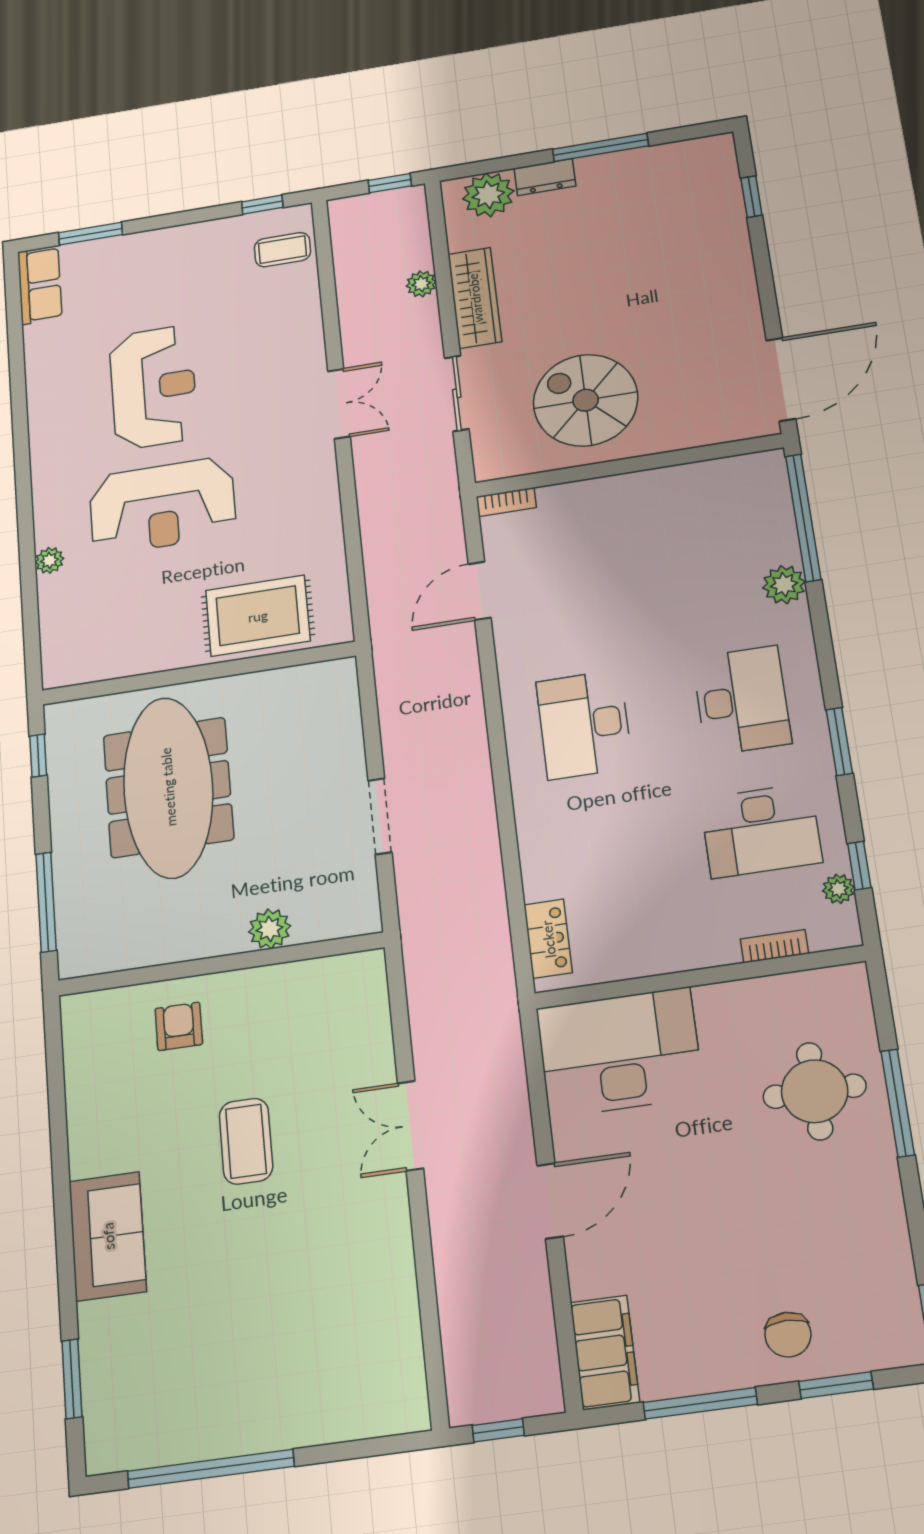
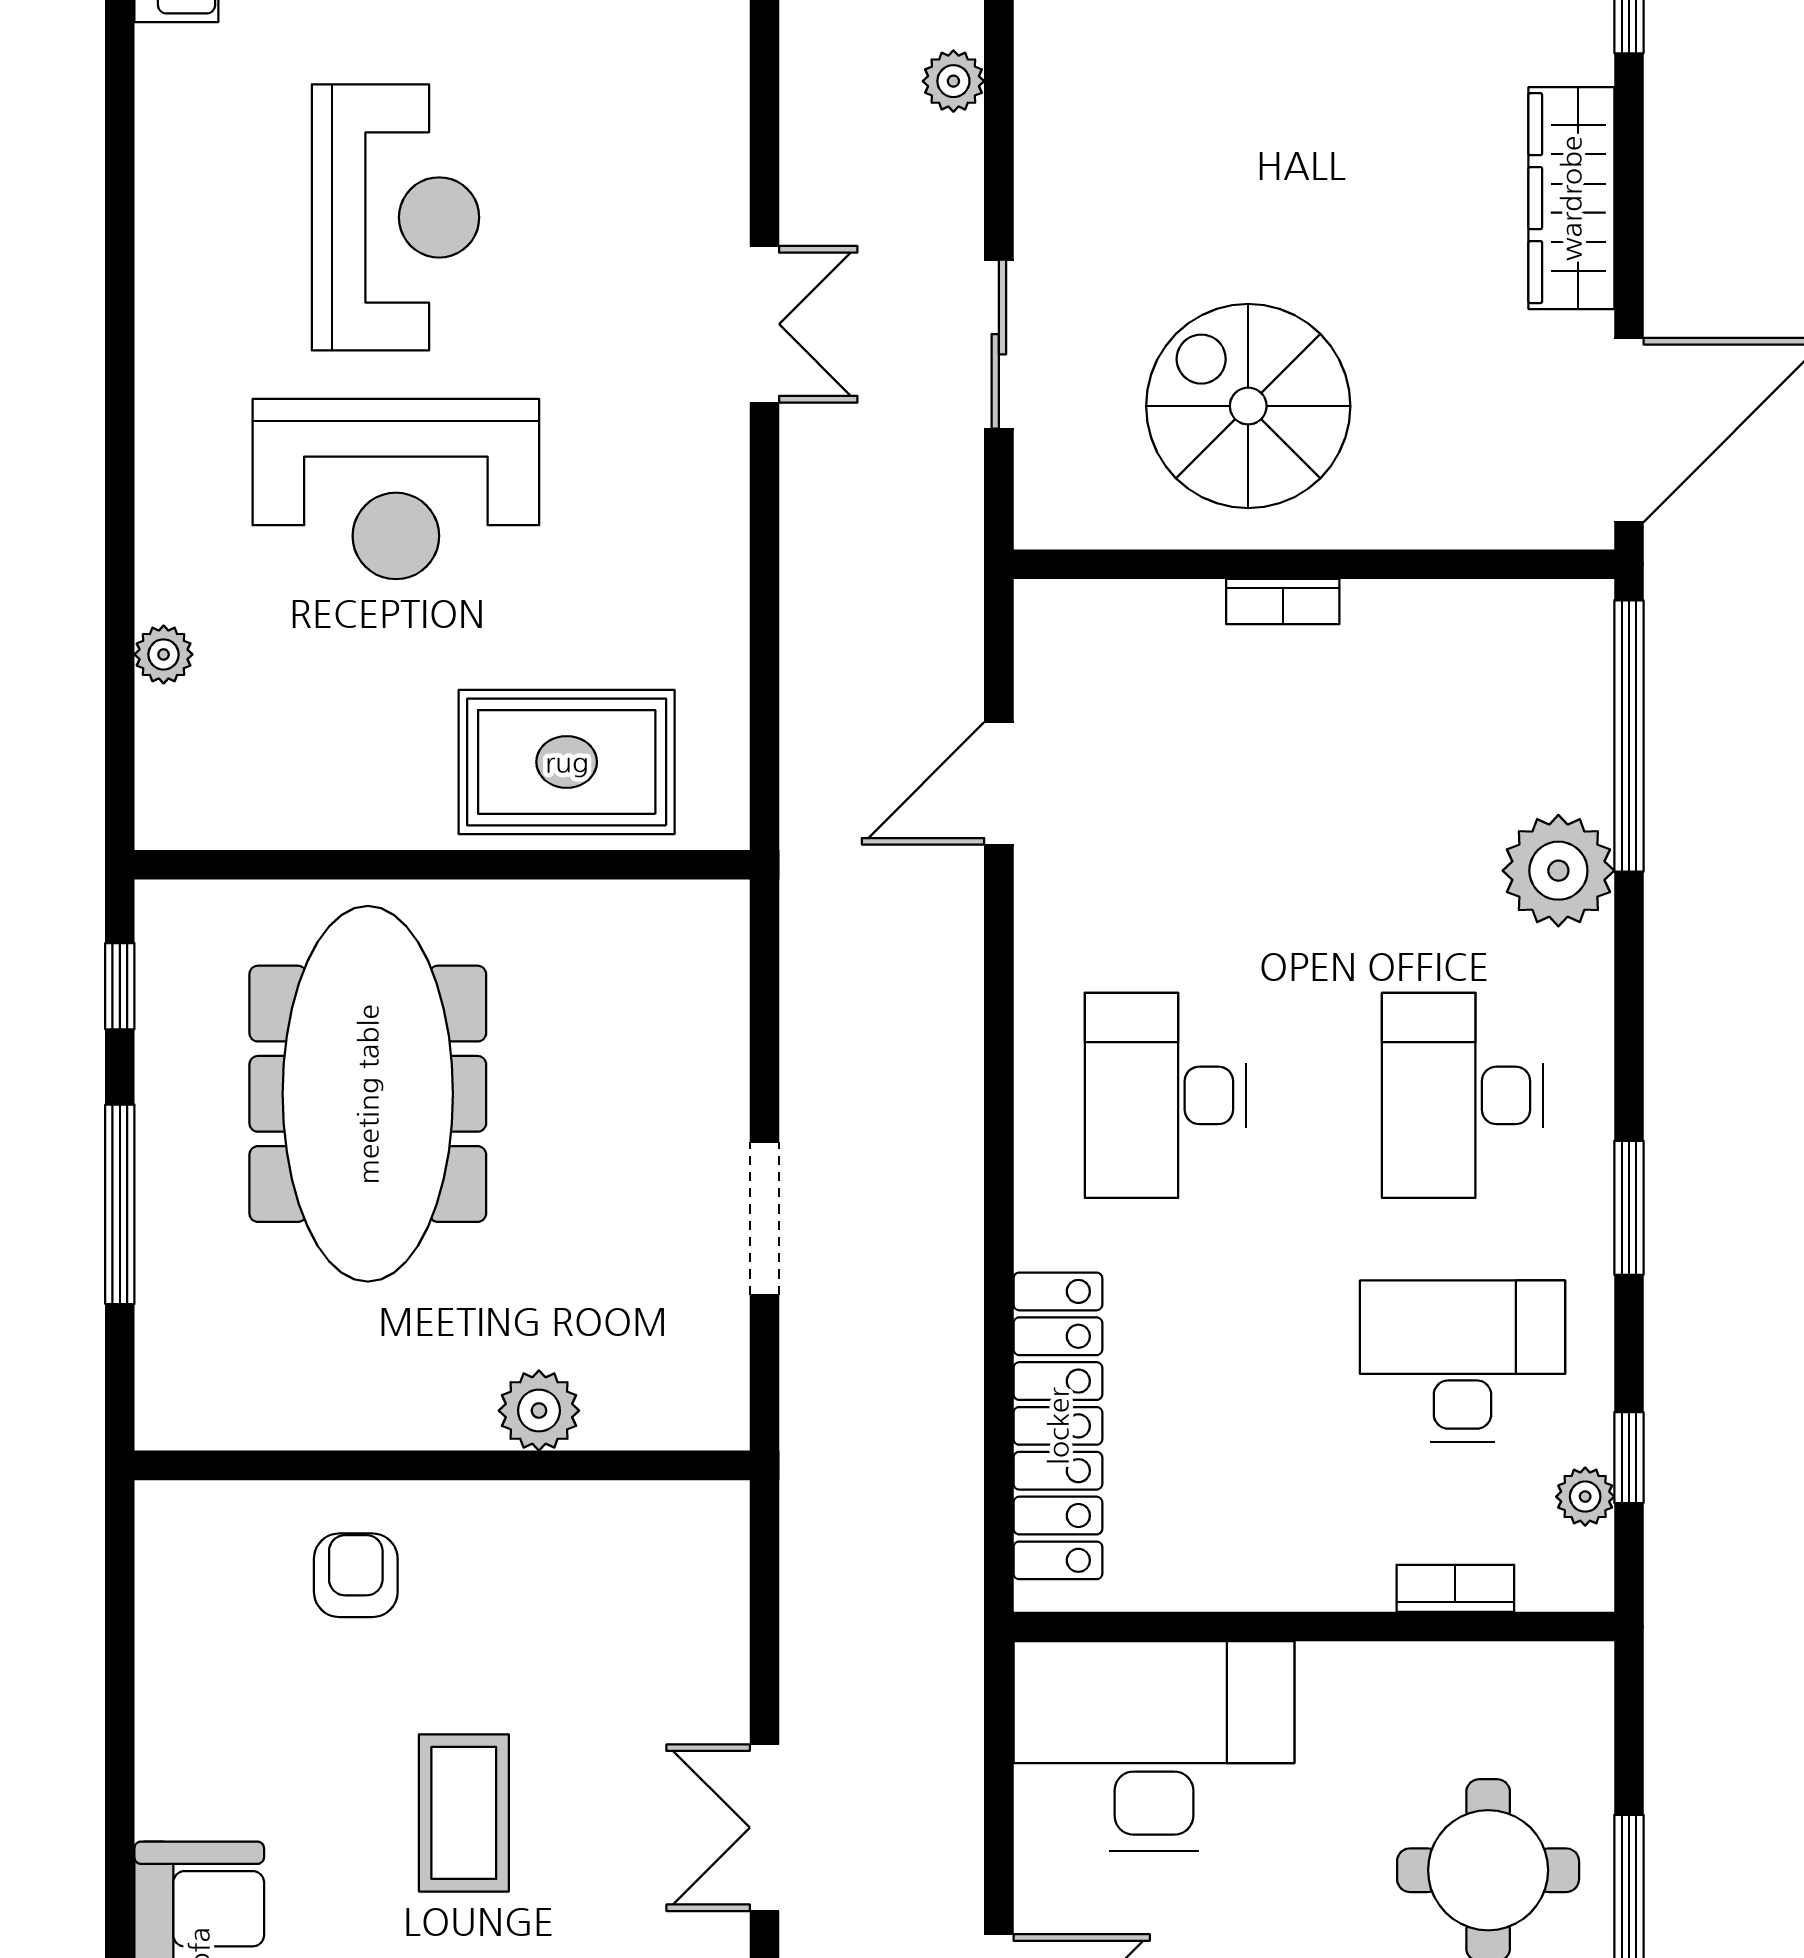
wardrobe: (475, 298) -> (1571, 198), moved, turned 180
bookcase: (506, 502) -> (1283, 602), moved
plant: (49, 560) -> (164, 654), moved
plant: (784, 585) -> (1558, 871), width x1.36, depth x1.36
desk: (742, 700) -> (1462, 1095), turned 180
desk: (761, 831) -> (1462, 1361), turned 180
window: (46, 902) -> (120, 1204), moved
locker: (548, 939) -> (1058, 1426), width x2.16, depth x1.21

